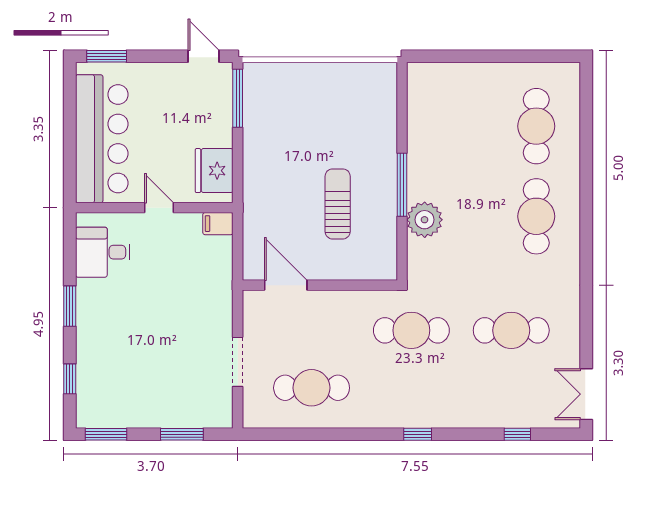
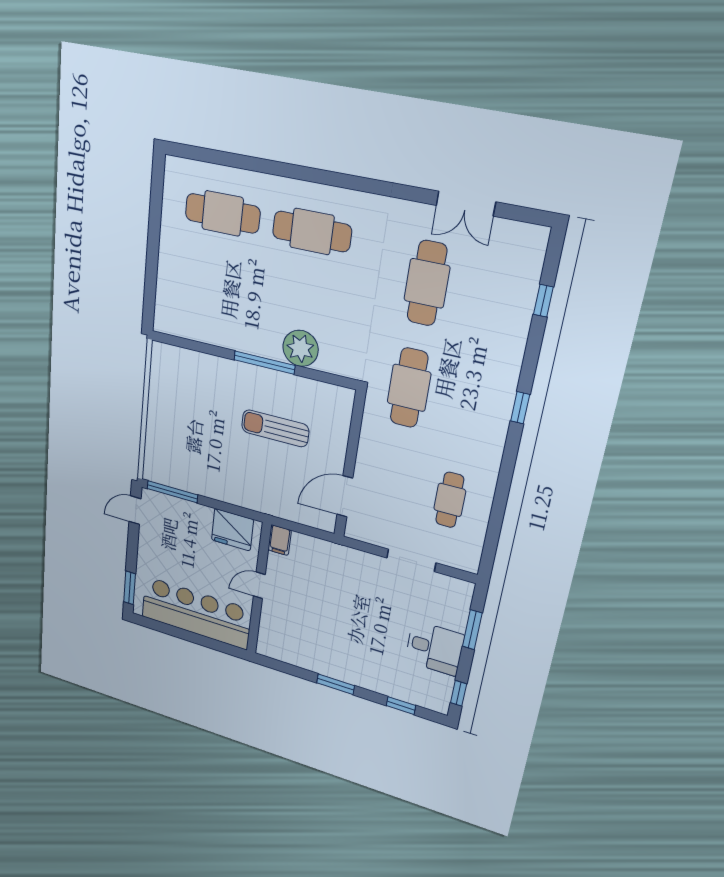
desk: (103, 252) -> (434, 648), moved, turned -90
cafe table: (312, 388) -> (450, 500), width x0.73, depth x0.74
double door: (586, 394) -> (466, 204), moved
window: (106, 434) -> (459, 693), width x0.67

